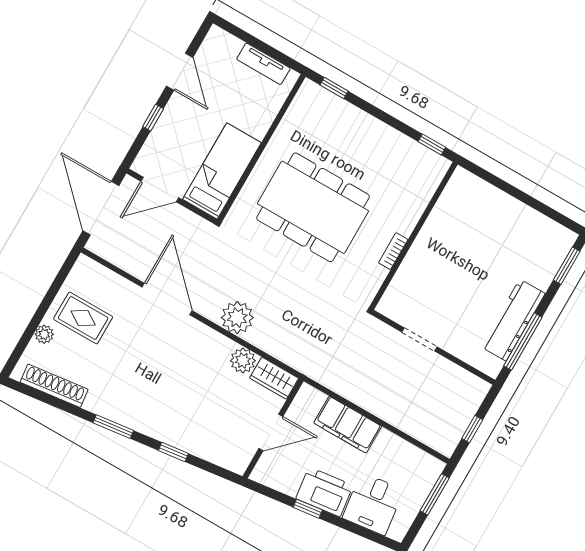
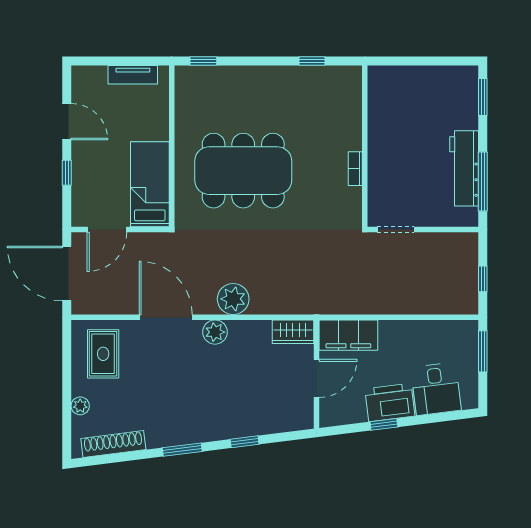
wall: (413, 236) -> (365, 146), moved
bookcase: (393, 251) -> (355, 169), moved
rug: (83, 318) -> (103, 354), moved, turned 90
plant: (243, 361) -> (215, 332), moved
filing cabinet: (348, 425) -> (348, 335), moved

